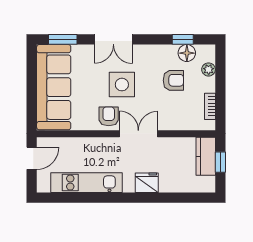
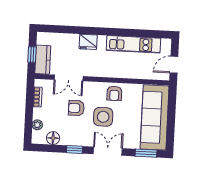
window: (183, 39) -> (75, 149), moved
armchair: (173, 80) -> (76, 108), moved
double door: (138, 134) -> (69, 78), moved

